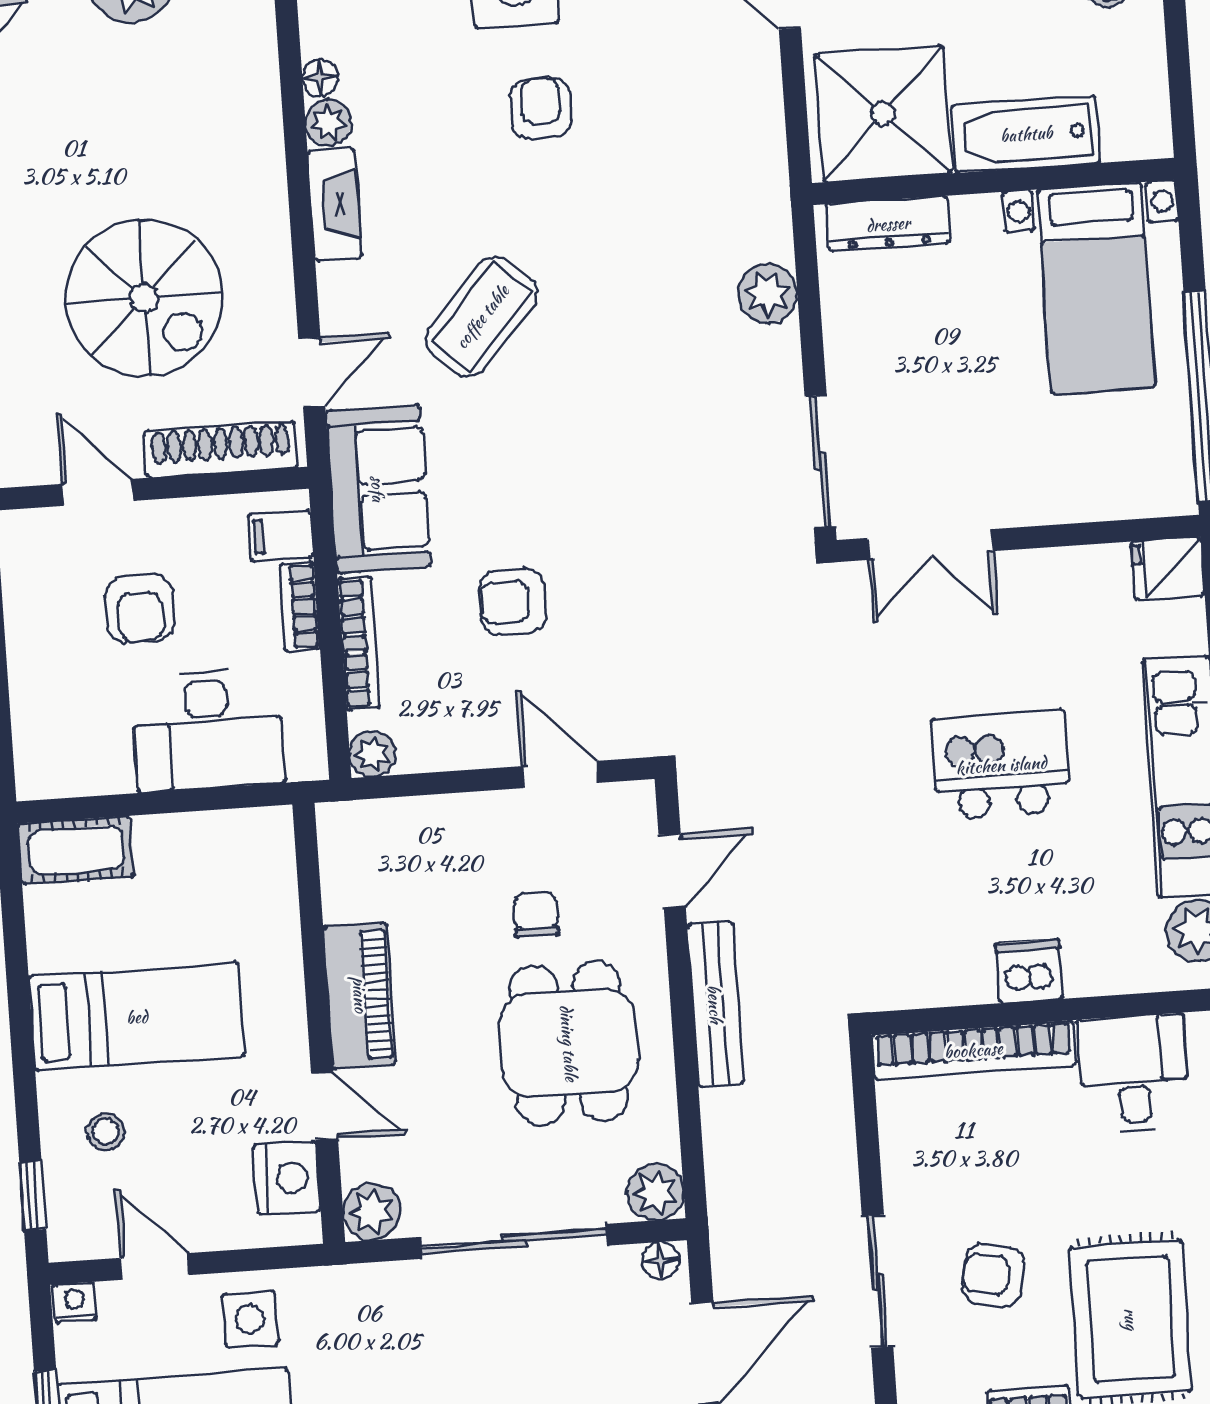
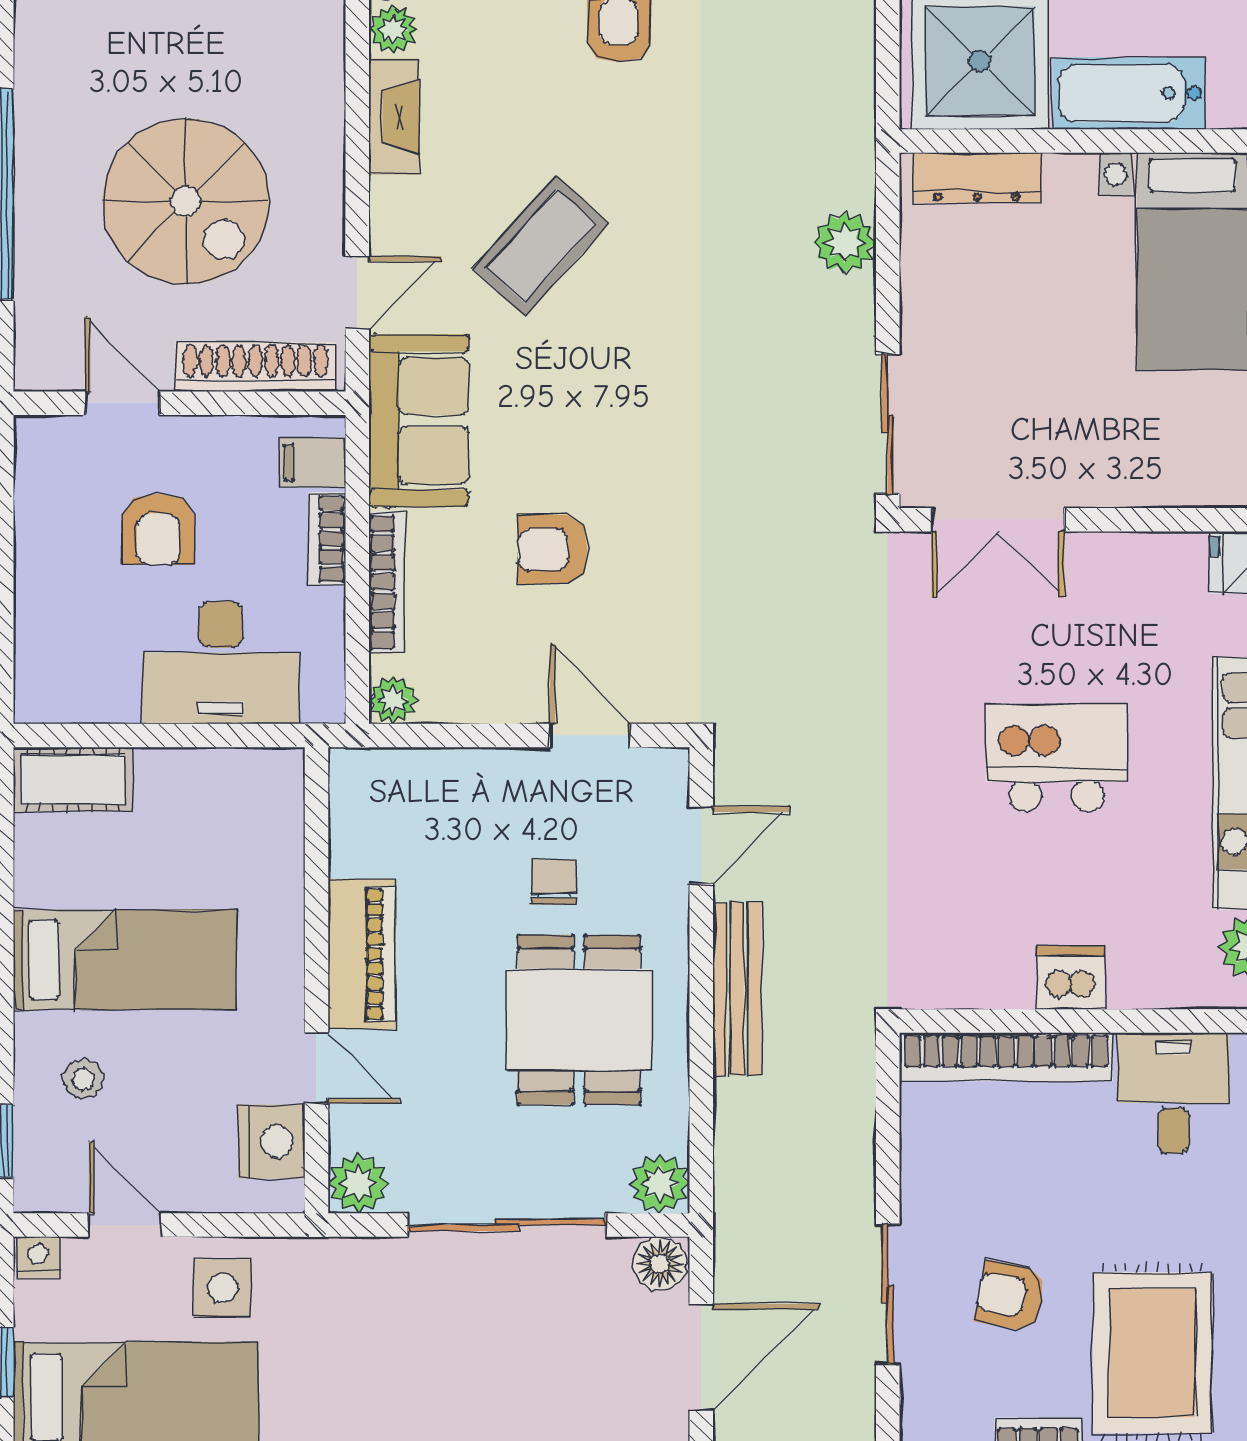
floor lamp: (660, 1261) -> (660, 1264), width x1.37, depth x1.37

